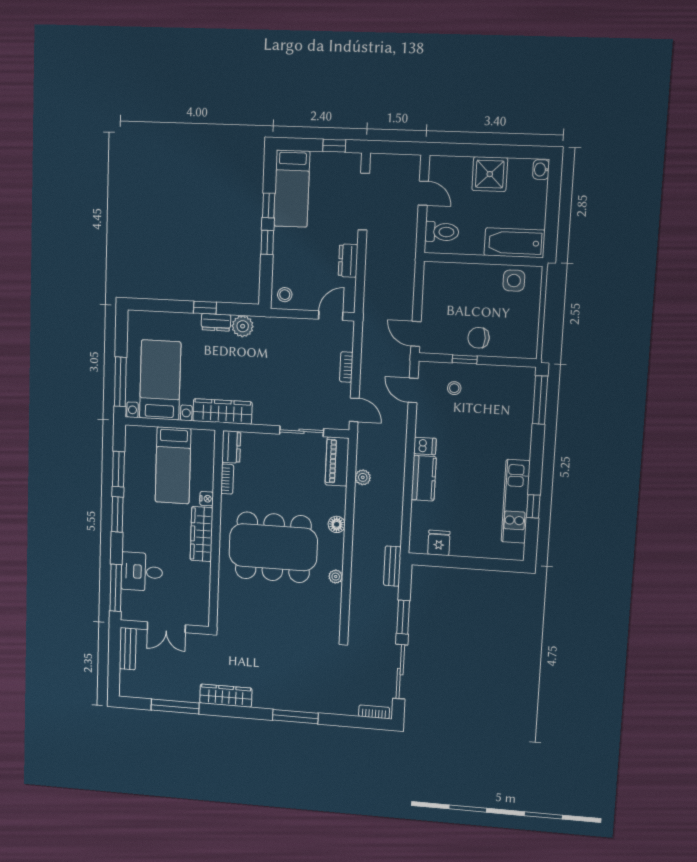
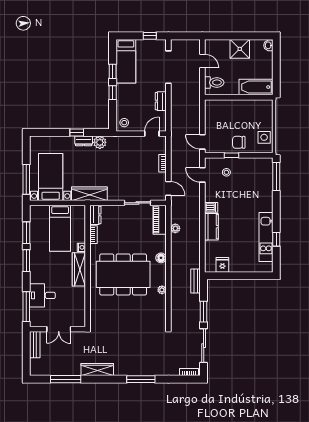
side table: (514, 281) -> (264, 137), moved

